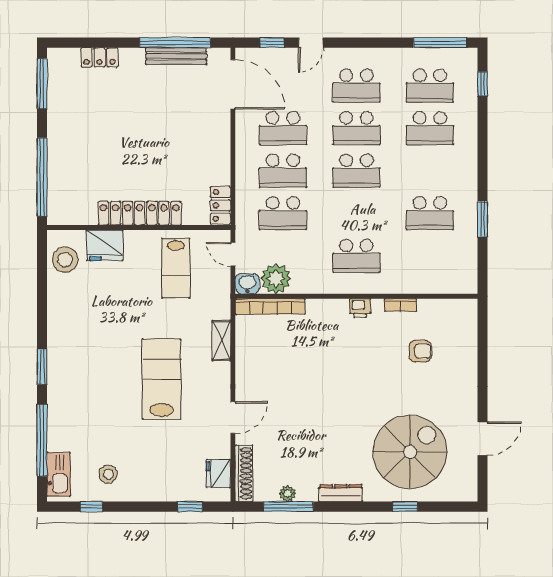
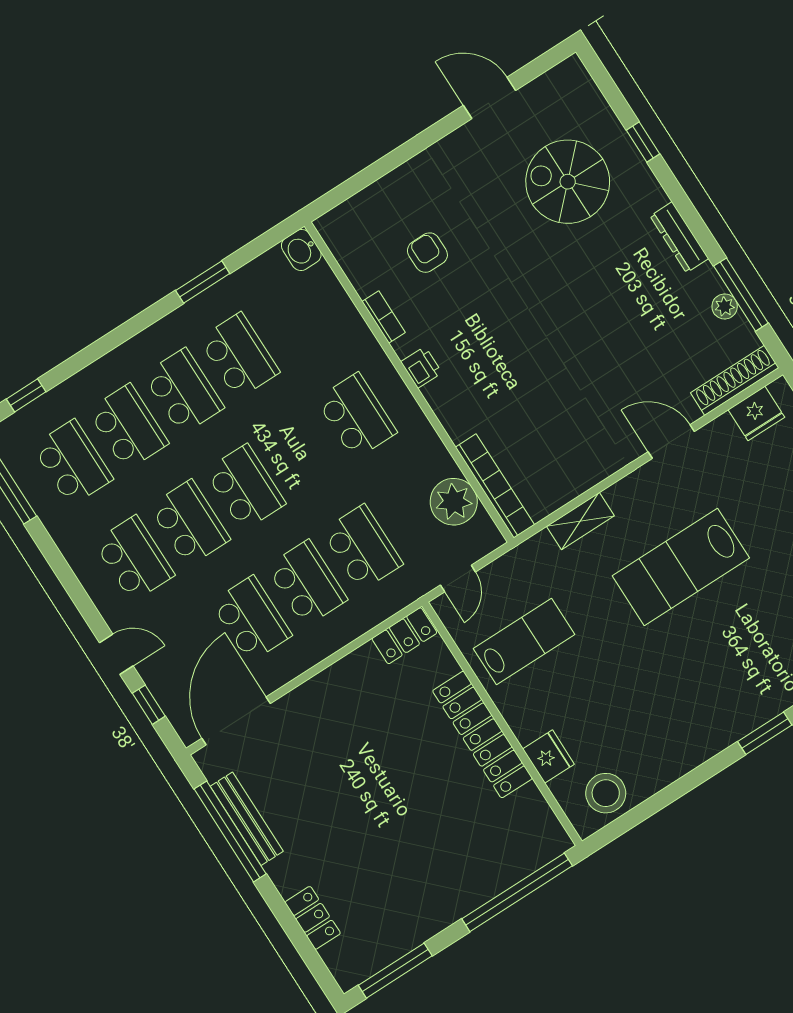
school desk: (430, 171) -> (184, 391), added
fridge: (105, 245) -> (548, 757), width x0.73, depth x0.75
washbasin: (247, 284) -> (301, 250), moved
spiral stairs: (410, 452) -> (568, 182), width x0.73, depth x0.73

